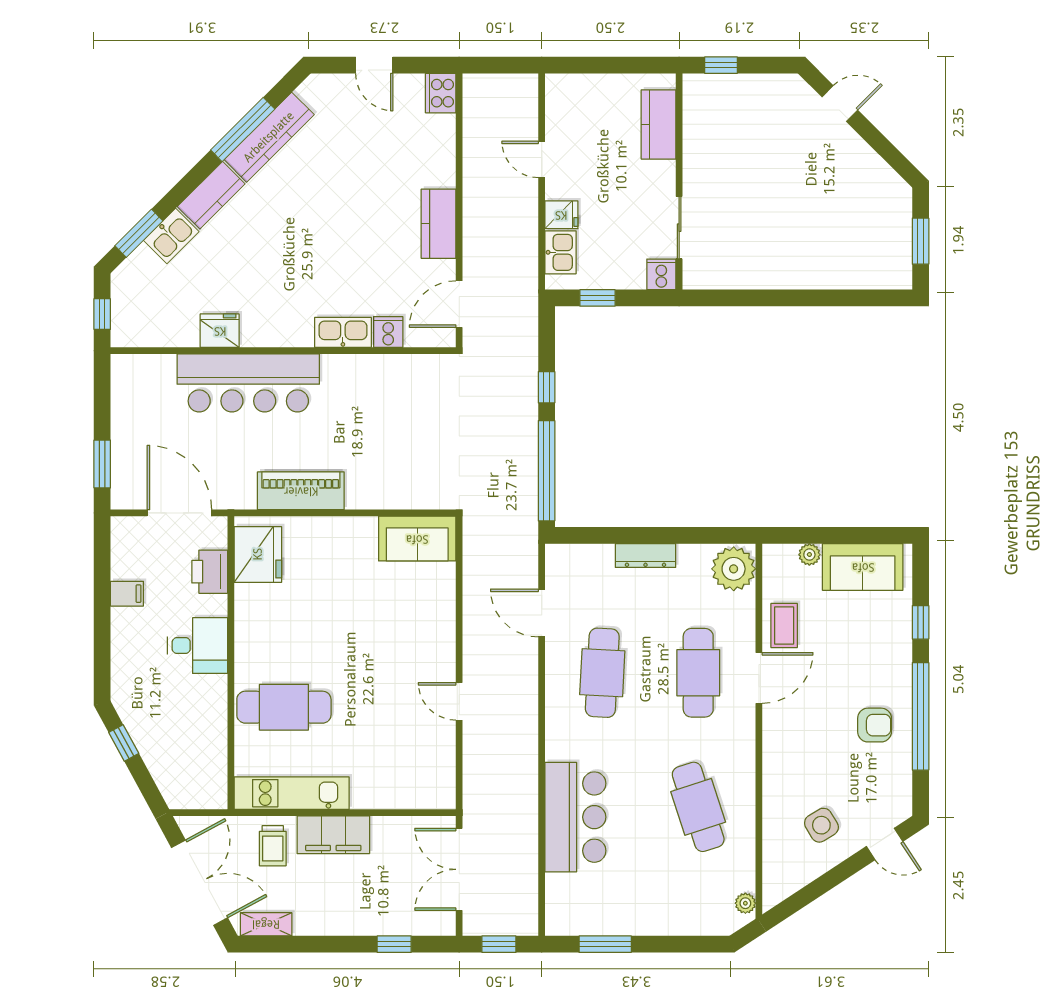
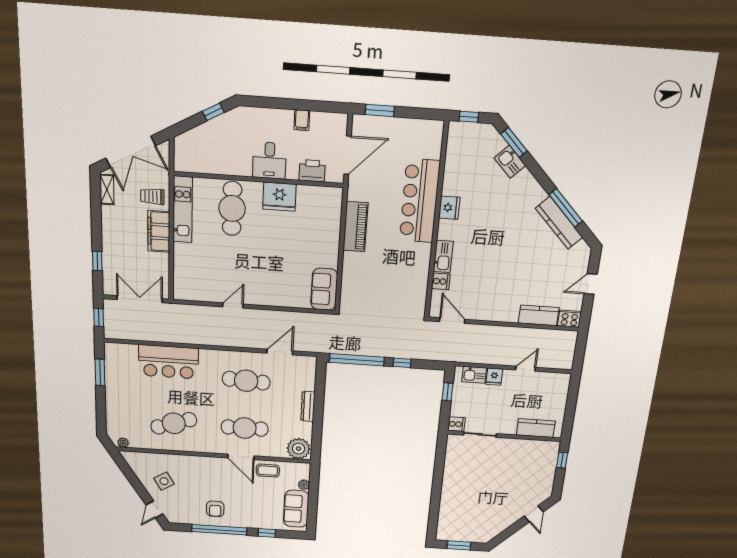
kitchen counter: (211, 195) -> (530, 187), removed
kitchen counter: (439, 224) -> (539, 315), moved
fridge: (220, 331) -> (449, 208), moved
fridge: (258, 554) -> (279, 197), moved

